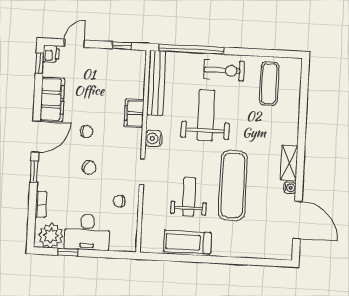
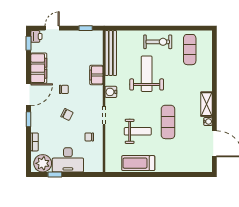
window: (191, 49) -> (134, 28), removed
exercise mat: (233, 185) -> (168, 122), width x0.73, depth x0.69
weight bench: (189, 197) -> (138, 131), turned 90

